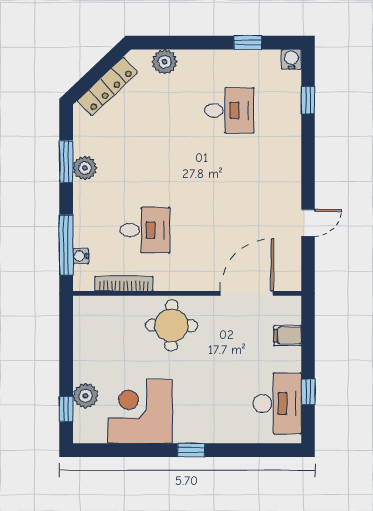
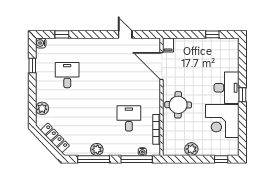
window: (66, 162) -> (94, 159), width x1.44
filing cabinet: (288, 336) -> (168, 45), moved
plant: (86, 396) -> (191, 149), moved
desk: (277, 403) -> (226, 88), moved, turned 90

